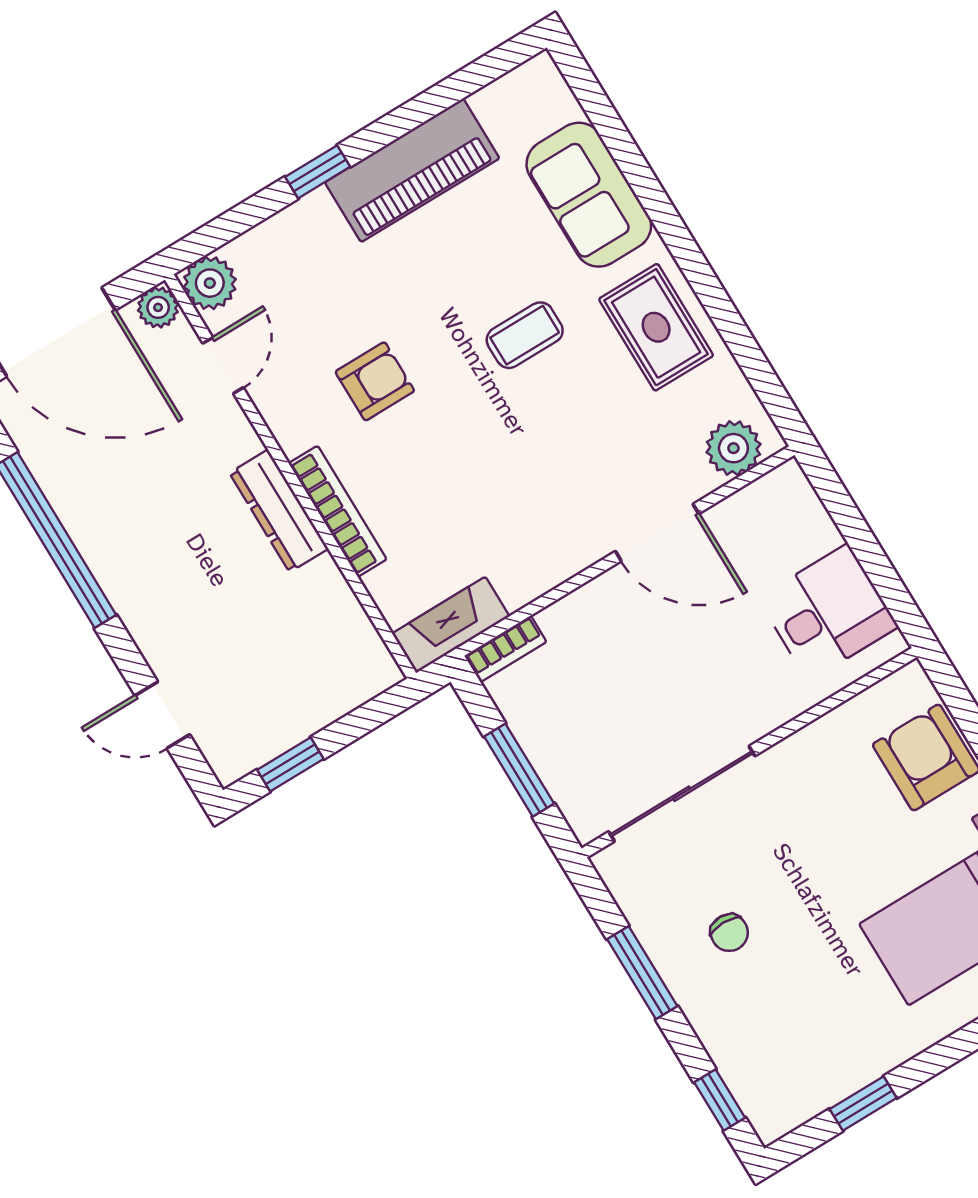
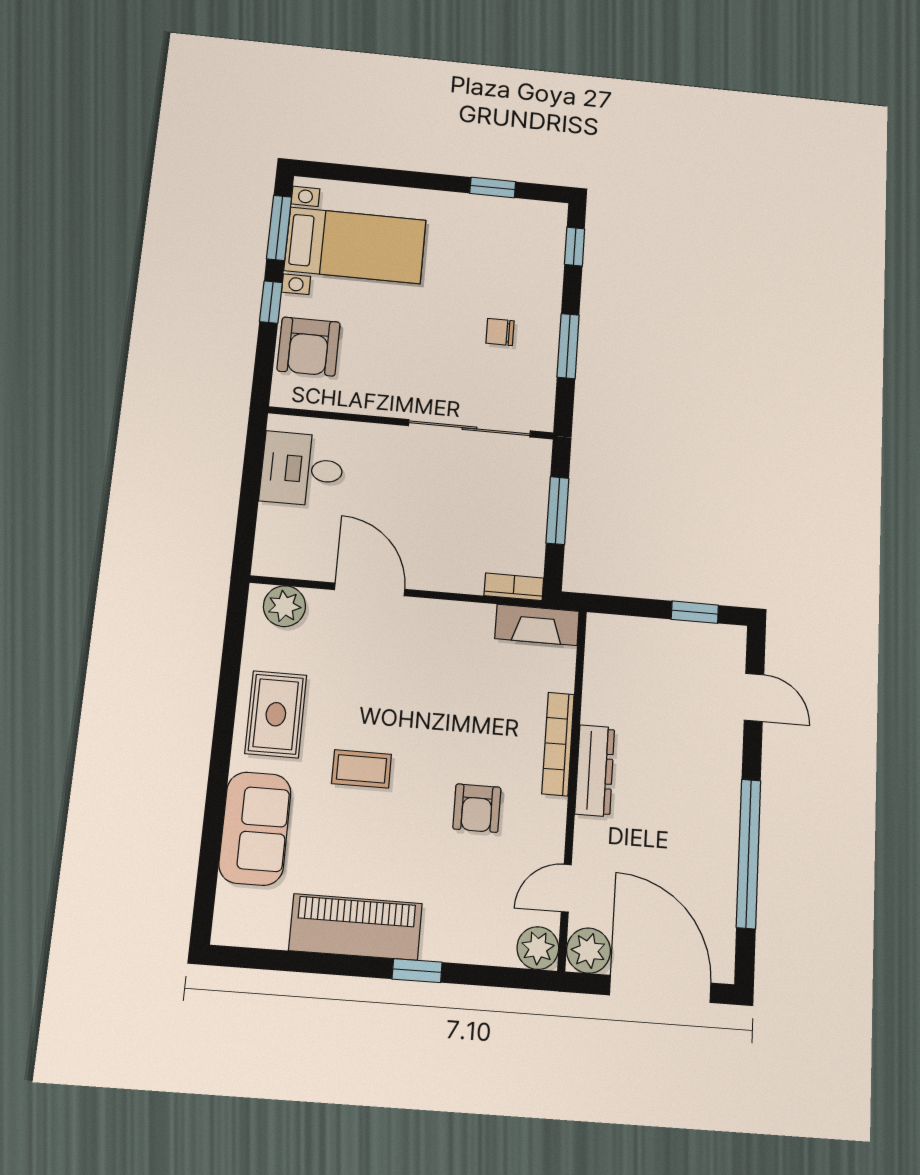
plant: (158, 307) -> (588, 951), width x1.38, depth x1.38
armchair: (375, 381) -> (477, 808), turned -90
chair: (729, 933) -> (500, 332), turned -90

